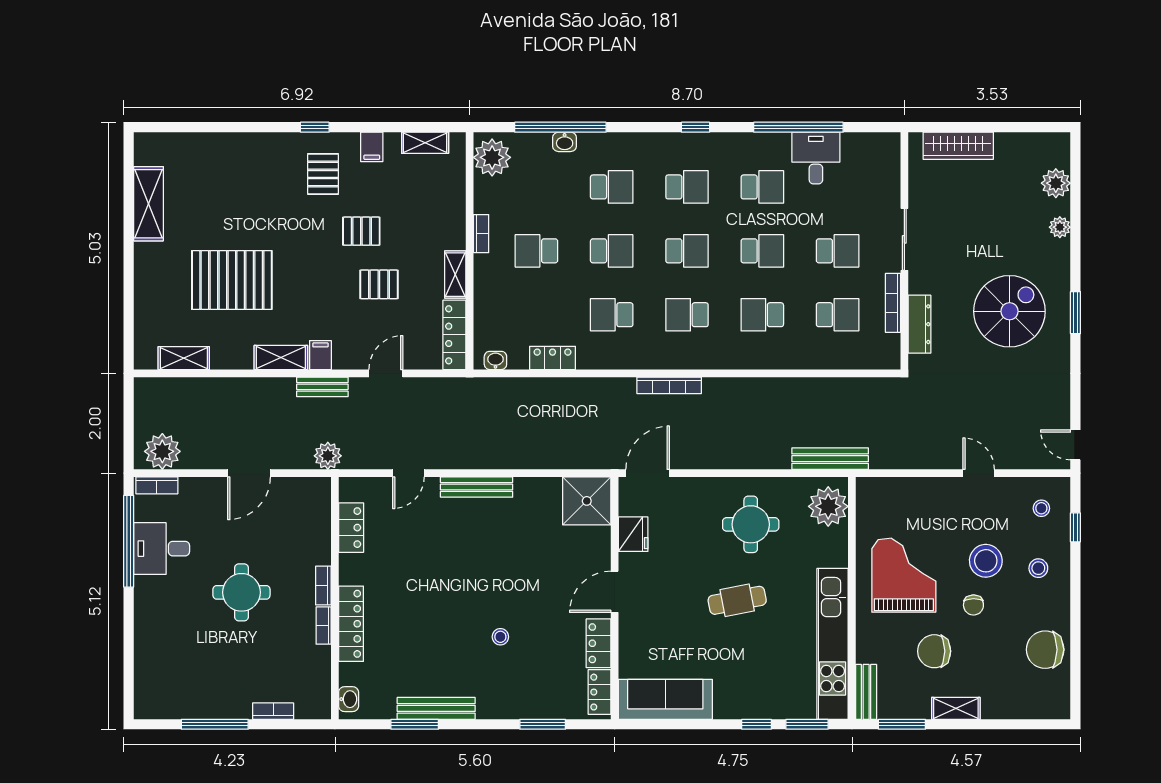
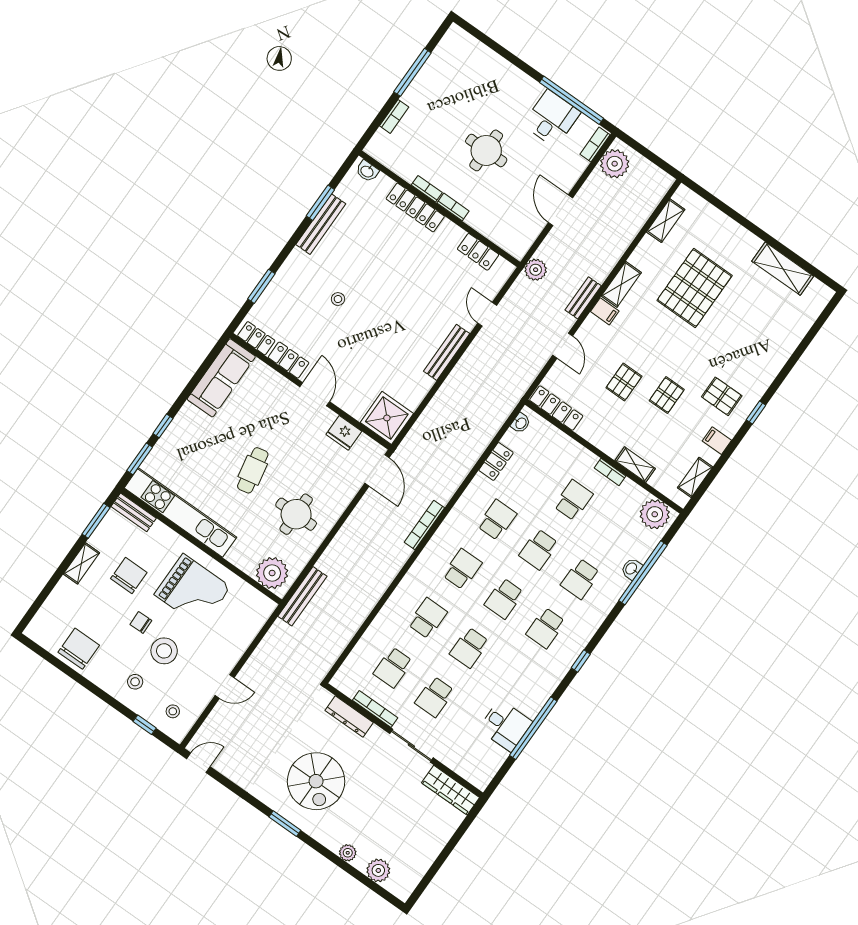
wardrobe: (958, 146) -> (450, 790), moved, turned -90
school desk: (762, 187) -> (511, 677), removed
shelving: (455, 275) -> (635, 465), moved

